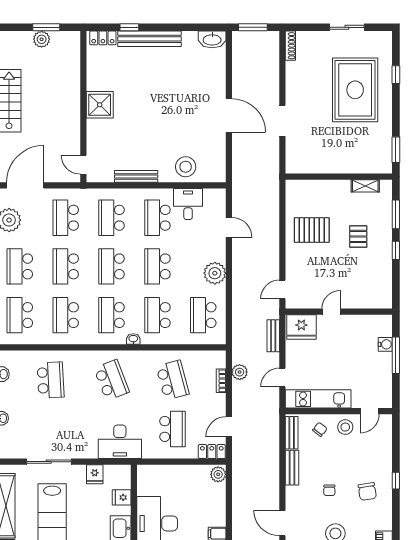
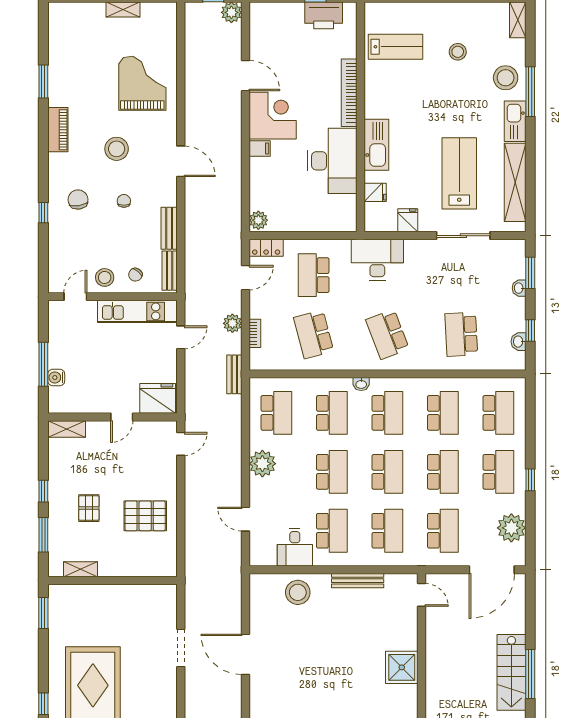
shelving: (377, 302) -> (67, 429), added
bench: (273, 336) -> (234, 374), moved
plant: (240, 372) -> (232, 323), moved

